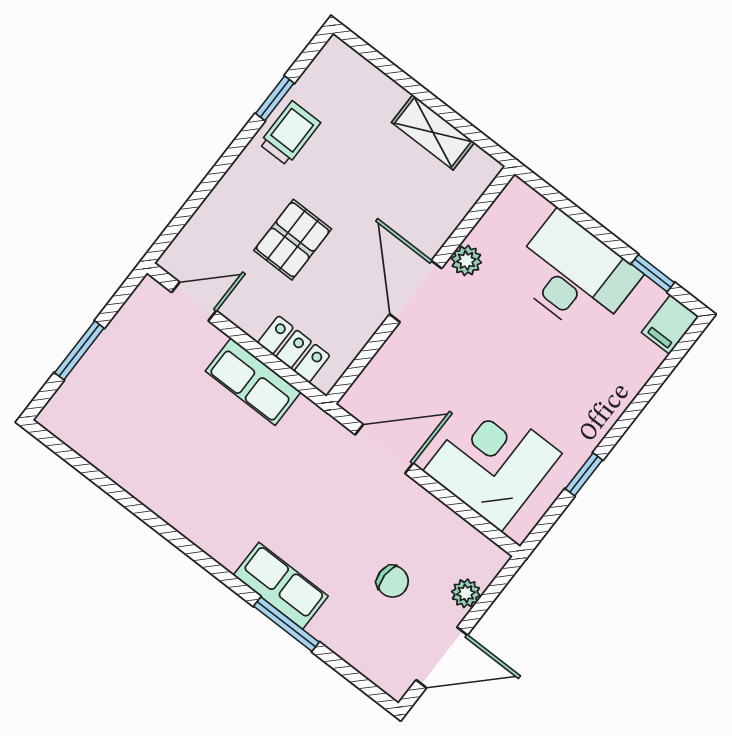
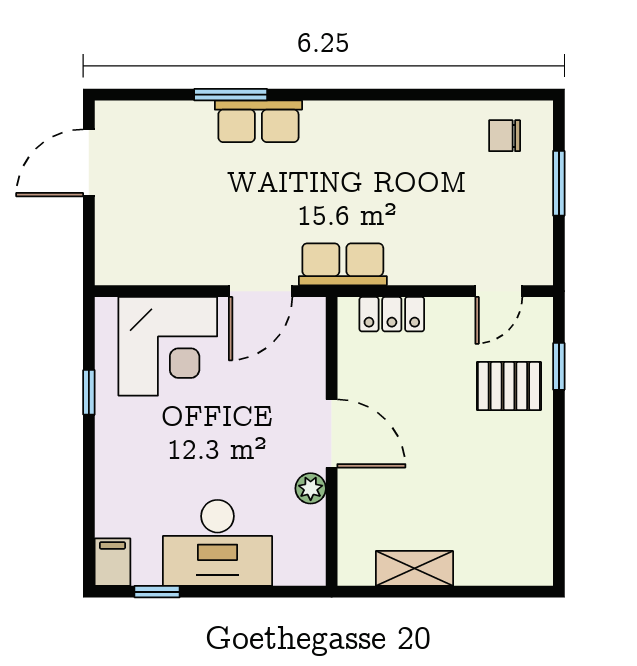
window: (275, 98) -> (559, 366), moved
trolley: (290, 133) -> (526, 481), removed
pallet: (293, 240) -> (509, 386), moved, turned 90
row of seats: (253, 382) -> (343, 264), moved
chair: (393, 581) -> (505, 136), moved
plant: (466, 593) -> (109, 228), removed

